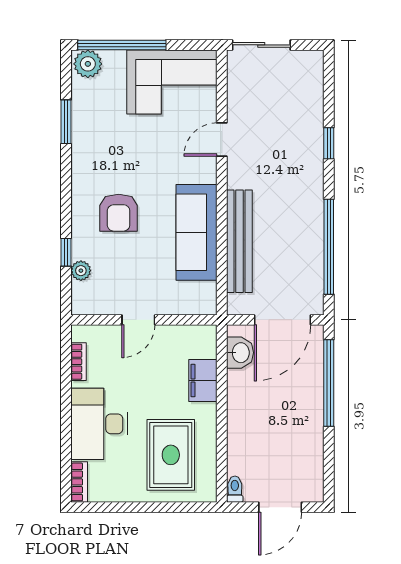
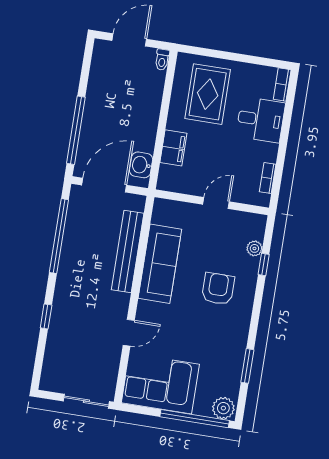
desk: (99, 424) -> (261, 120), width x0.73

